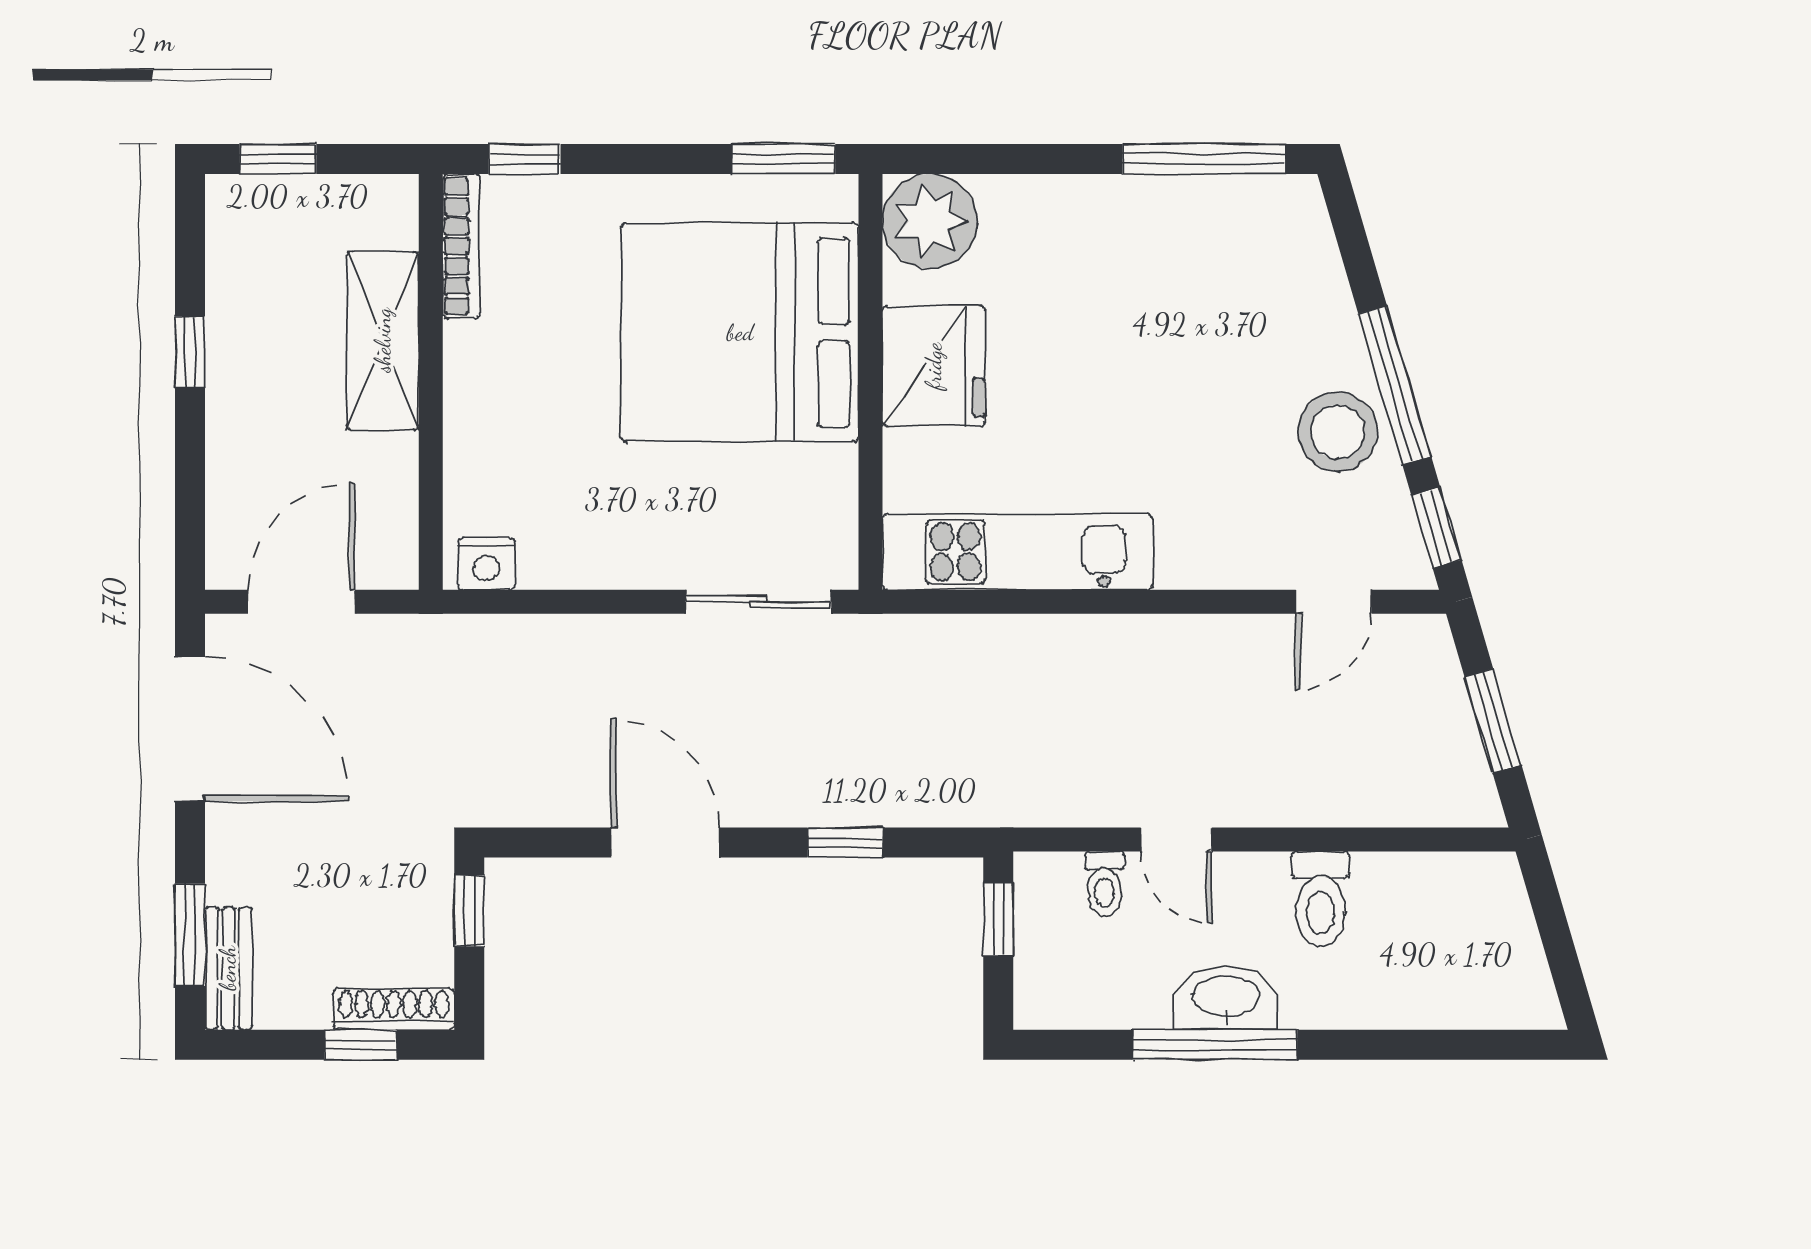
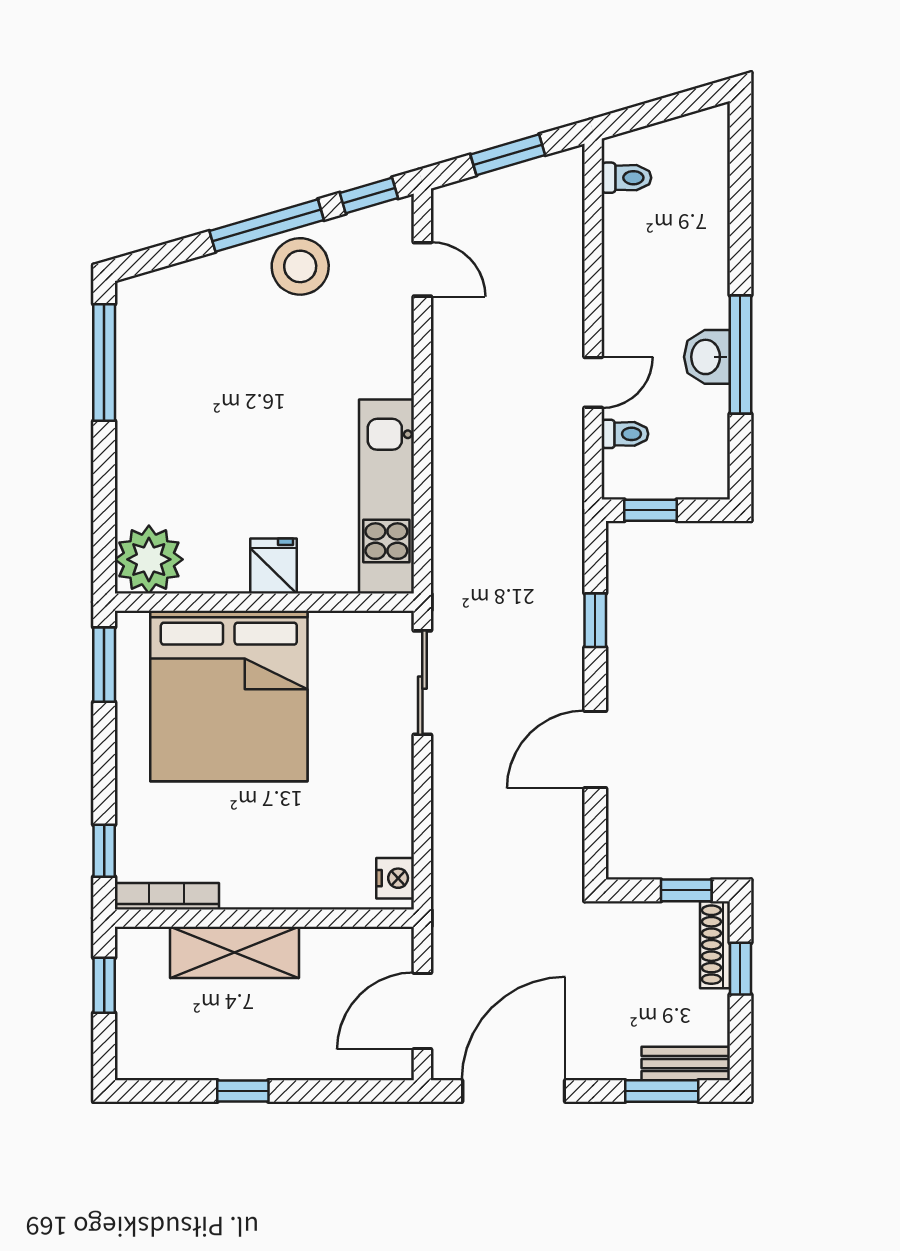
window: (278, 159) -> (104, 985), moved
fridge: (934, 366) -> (273, 566), width x0.53, depth x0.75
door: (301, 602) -> (422, 1011), hinge flipped
toilet: (1321, 899) -> (626, 178), moved, width x0.73, depth x0.72
window: (469, 911) -> (686, 890), moved
washbasin: (1226, 998) -> (707, 357), width x0.72

